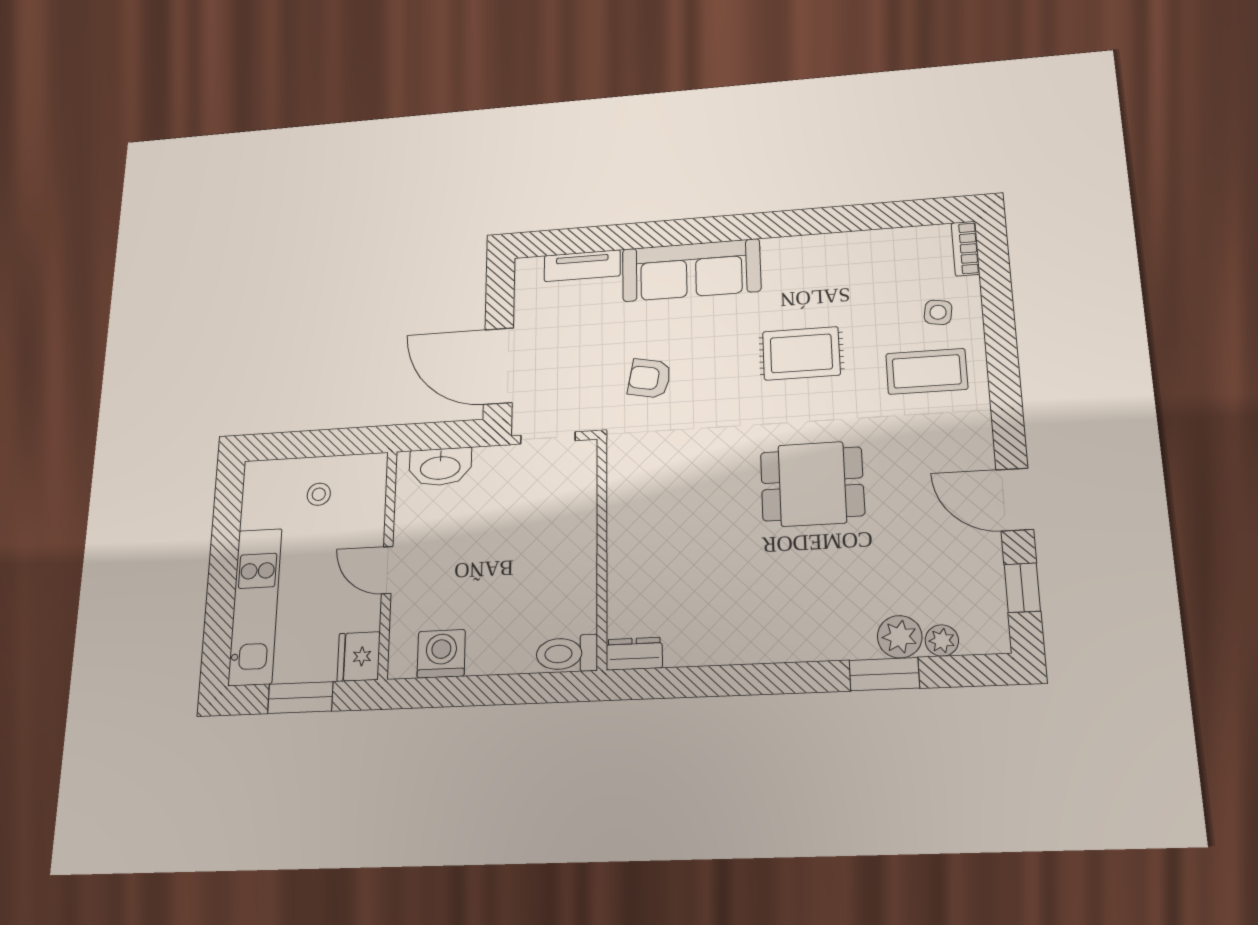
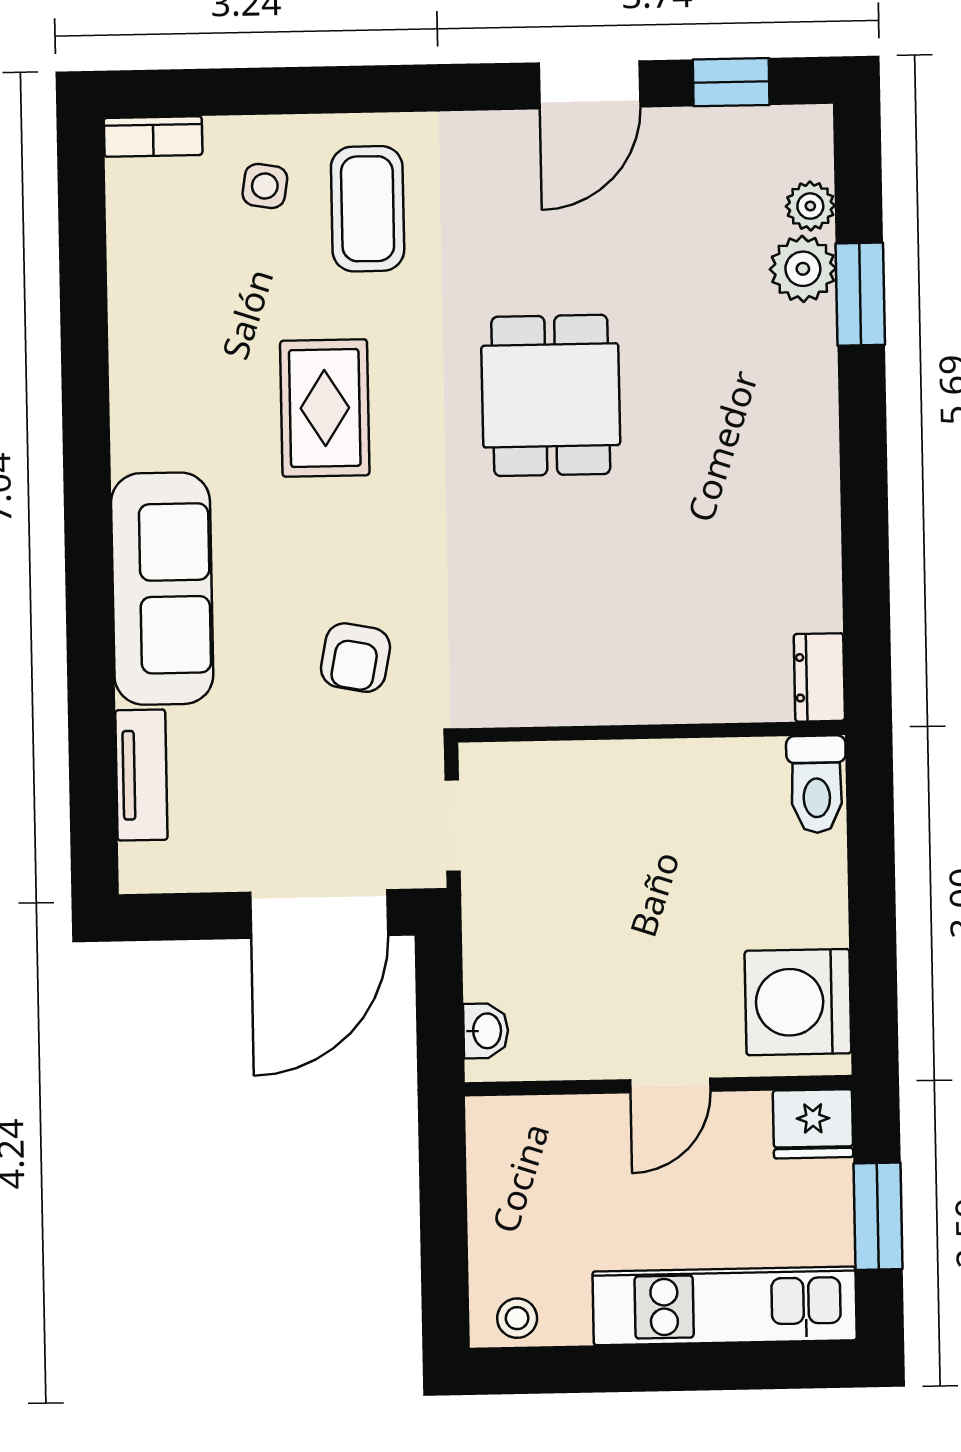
washbasin: (440, 467) -> (486, 1031), width x0.52, depth x0.69
stool: (319, 494) -> (517, 1318), moved
washing machine: (441, 654) -> (798, 1002), width x1.37, depth x1.37

